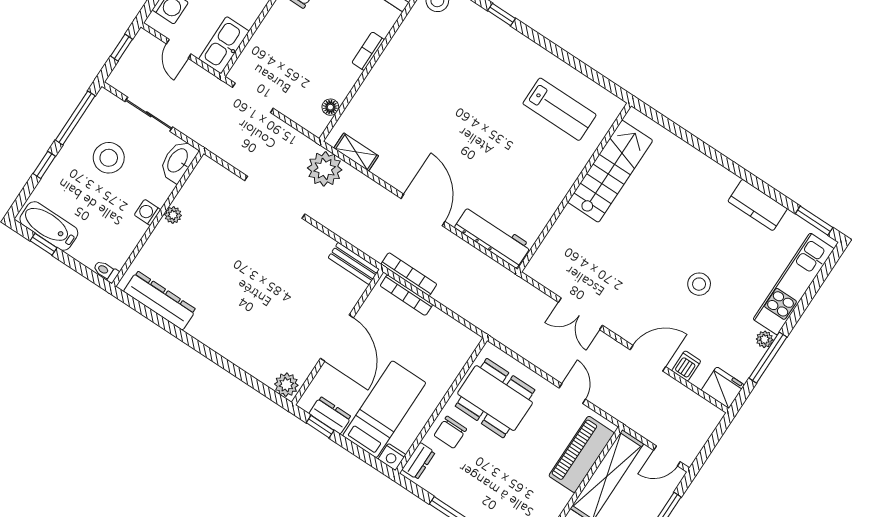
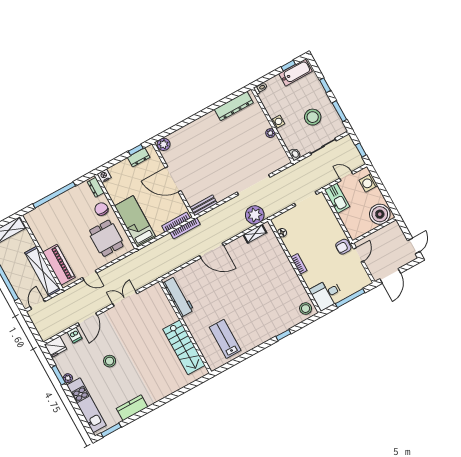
lab bench: (559, 109) -> (225, 339), turned 90
window: (75, 118) -> (339, 111), width x0.69
washbasin: (178, 161) -> (295, 154), width x0.52, depth x0.69
workbench: (493, 237) -> (178, 297), moved, turned -90
window: (768, 358) -> (58, 375), width x0.69
dining table: (495, 398) -> (106, 238), width x0.73
bed: (384, 409) -> (135, 222), moved, turned 180

